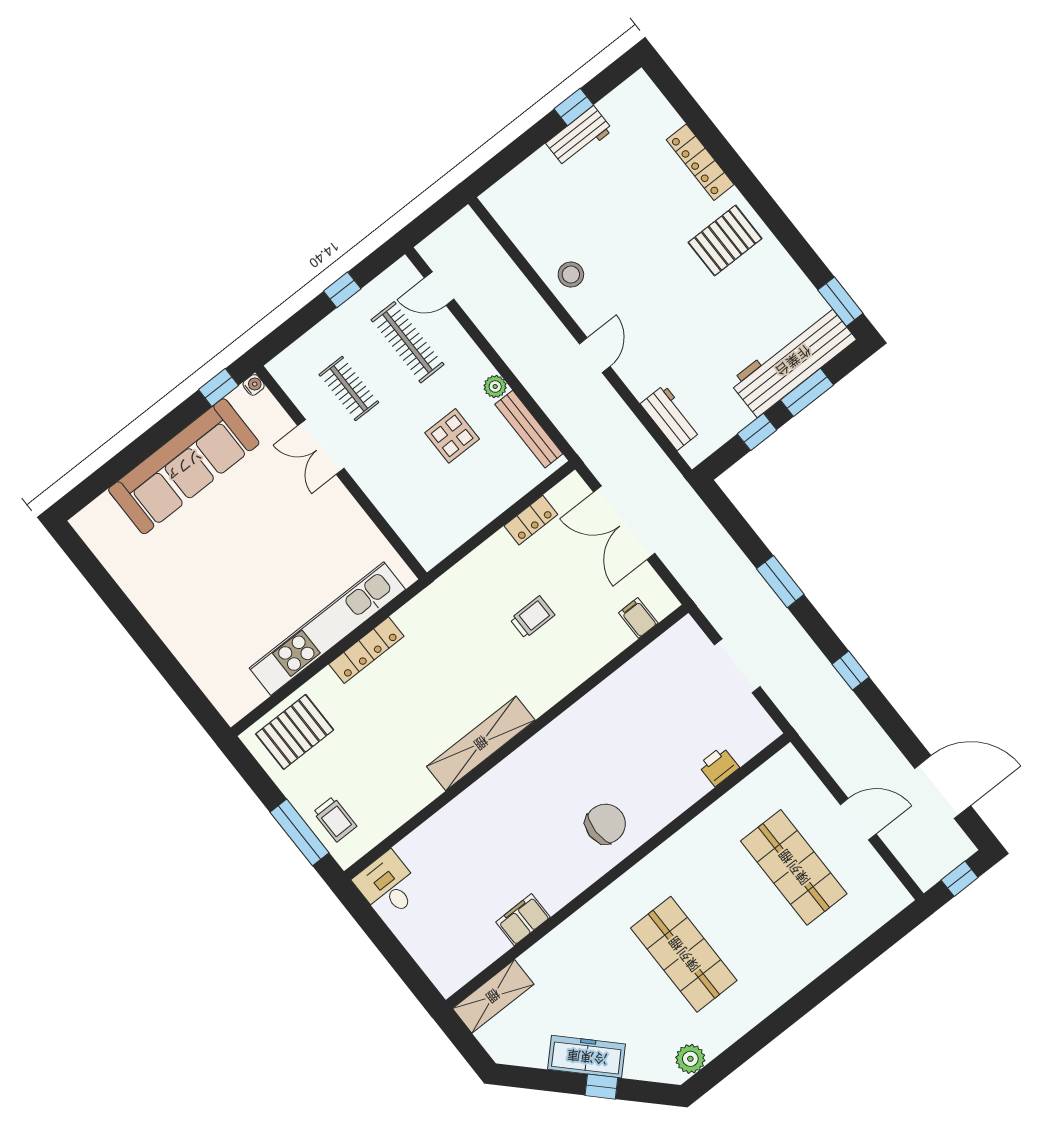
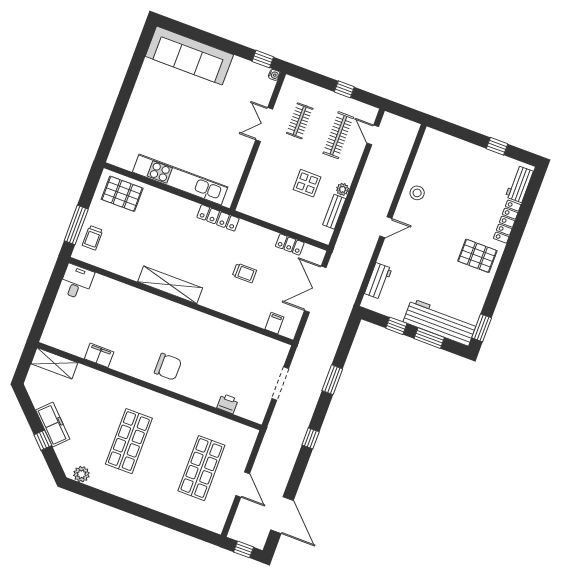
workbench: (579, 137) -> (519, 184), moved, turned 90
bench: (529, 429) -> (334, 212), width x0.73
sofa: (184, 466) -> (189, 56), moved
locker: (366, 650) -> (218, 218), moved

